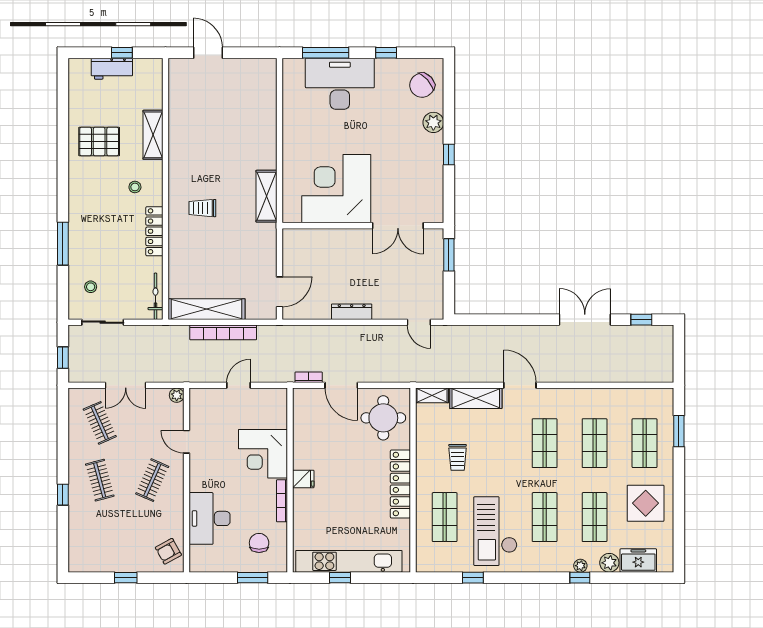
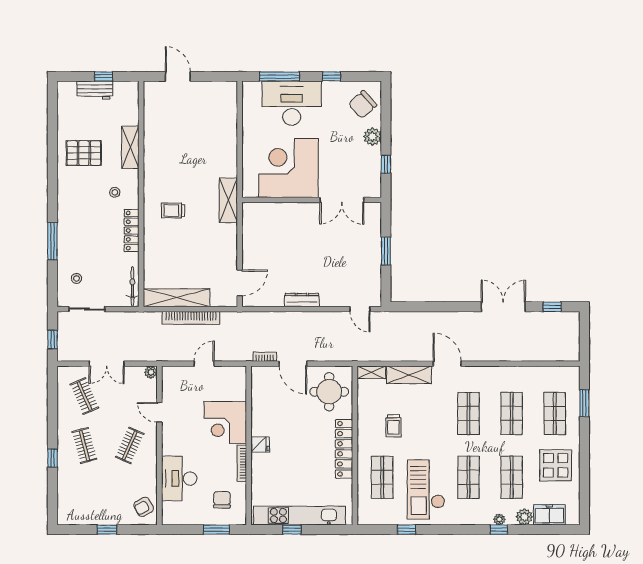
corner desk: (336, 189) -> (289, 168), moved
wall: (363, 226) -> (312, 200), moved
double door: (398, 226) -> (342, 200), moved

